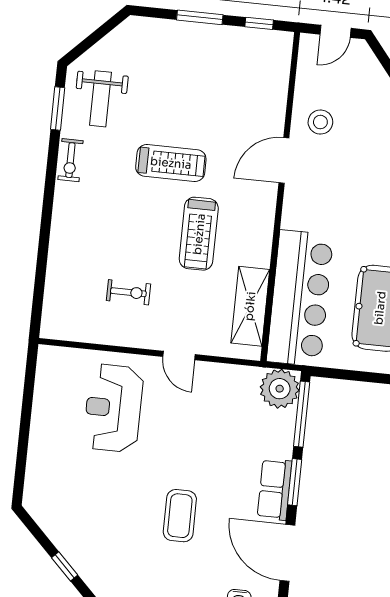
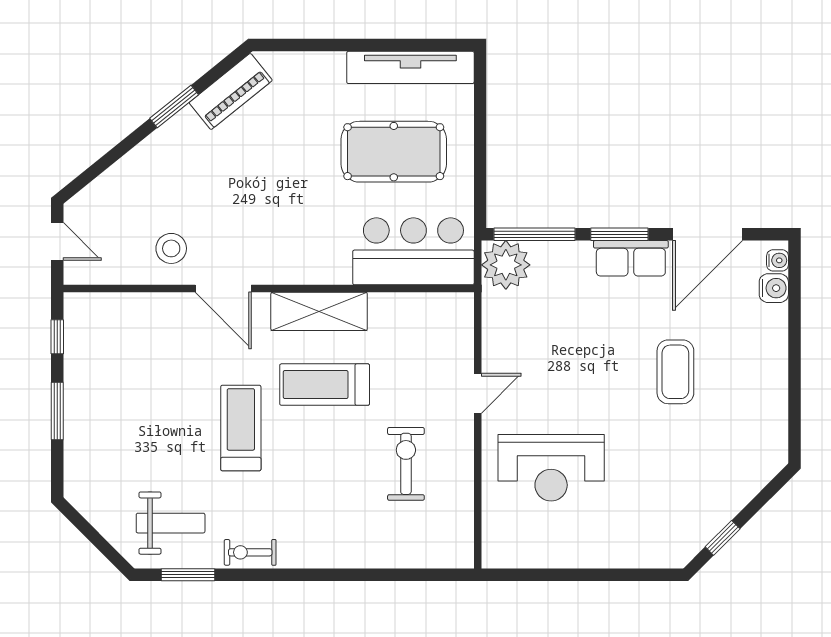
exercise bike: (70, 160) -> (250, 552), turned 180
treadmill: (199, 234) -> (325, 385), turned 180
exercise bike: (128, 292) -> (406, 464), width x1.38, depth x1.39
bar counter: (300, 298) -> (413, 251), width x0.73
shelving: (250, 306) -> (319, 311), moved
coffee table: (180, 516) -> (675, 372), turned 90
window: (65, 566) -> (723, 538), moved

